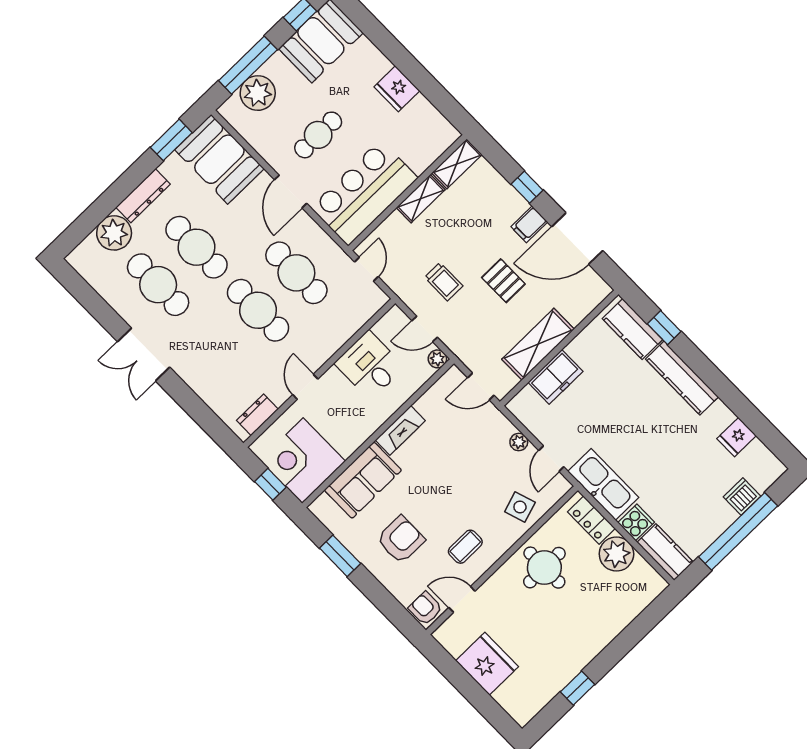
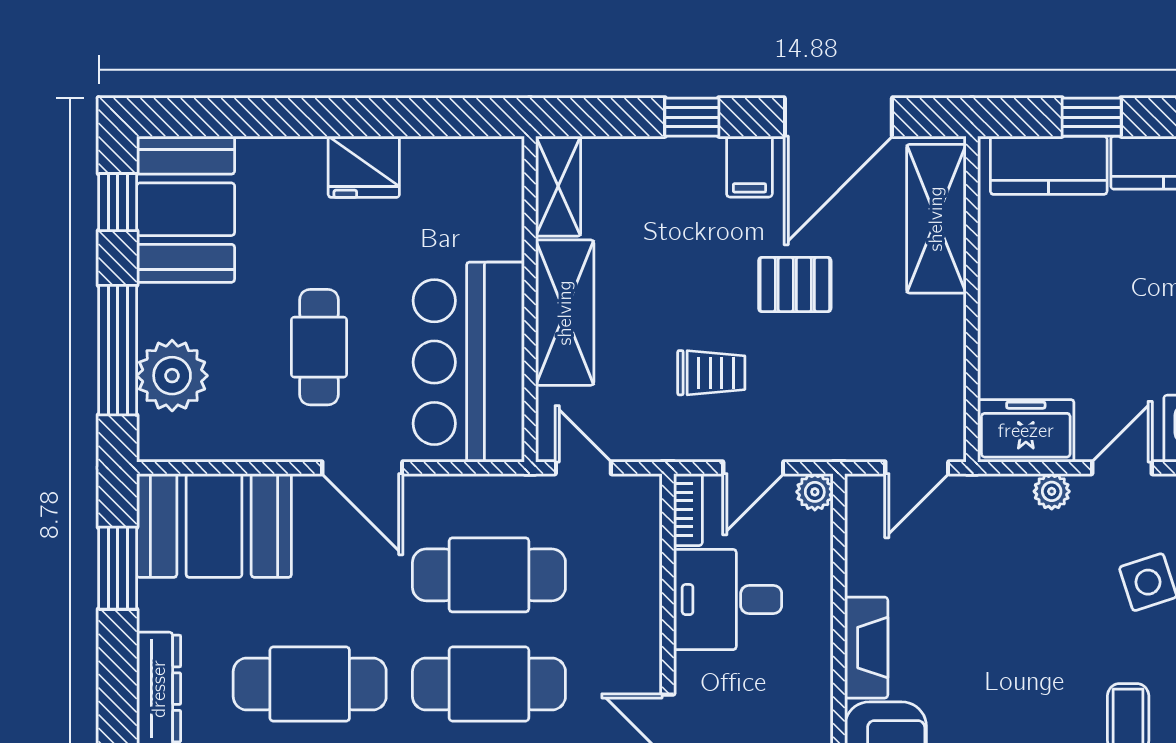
shelving: (421, 199) -> (565, 313), width x1.50, depth x1.33
bookcase: (388, 320) -> (688, 510), added
shelving: (538, 344) -> (936, 219), moved
freezer: (555, 377) -> (1026, 431), moved, turned -90
door: (551, 459) -> (1122, 468), swing flipped

